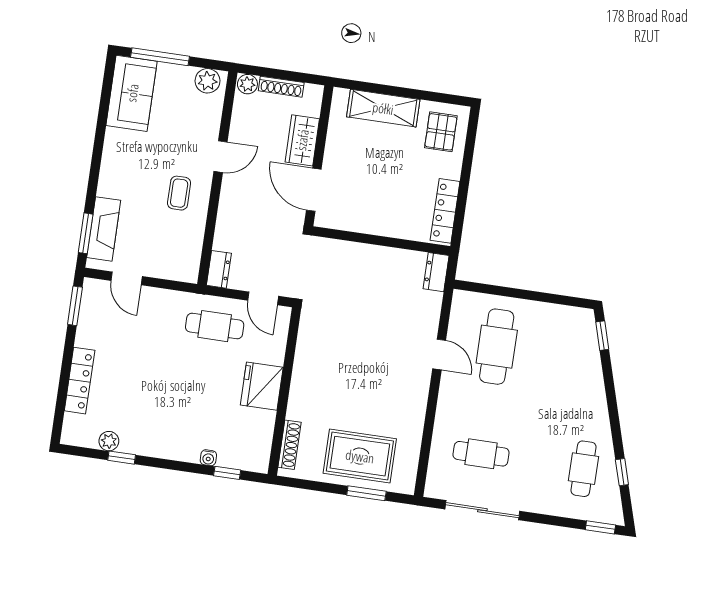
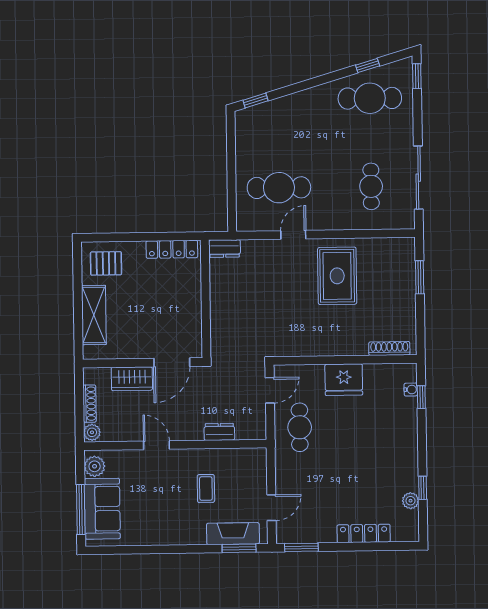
sofa: (132, 93) -> (102, 509), moved, turned 90
coffee table: (179, 193) -> (206, 489), moved, turned 90
dresser: (219, 269) -> (219, 432), moved
rug: (360, 456) -> (337, 276), moved
water cooler: (208, 458) -> (411, 390), moved
cafe table: (584, 469) -> (370, 98), width x1.37, depth x1.35

